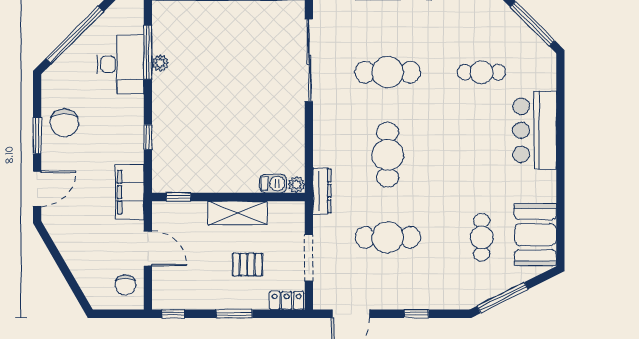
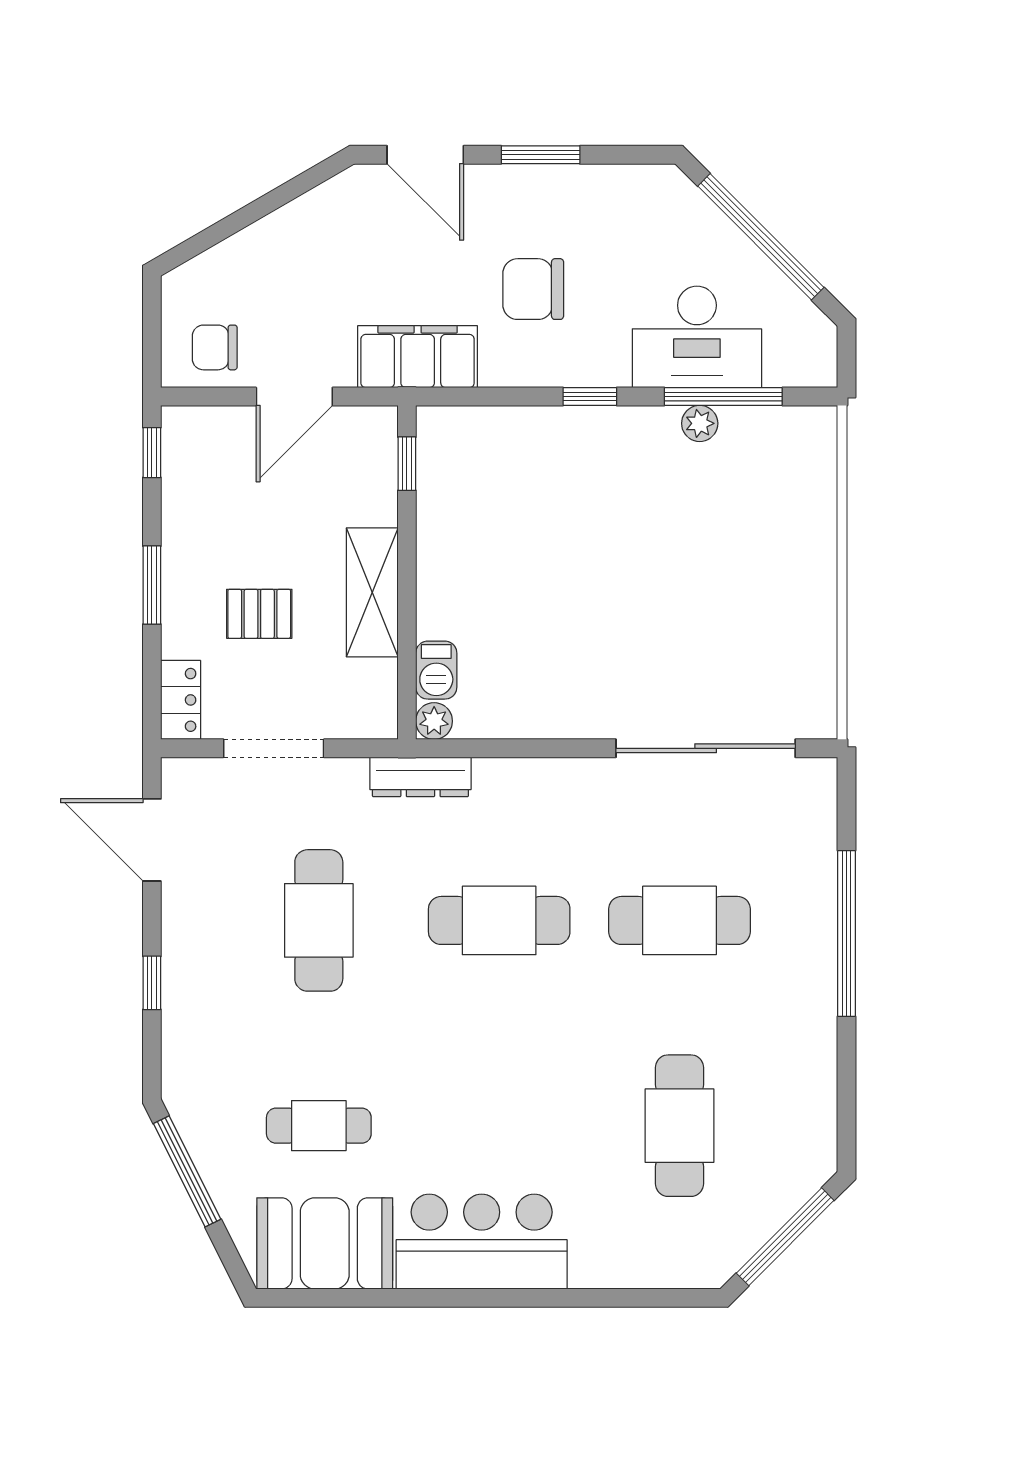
cafe table: (388, 72) -> (680, 920), turned 90
cafe table: (482, 72) -> (680, 1126), width x1.37, depth x1.35
chair: (64, 123) -> (533, 289), moved
bar counter: (535, 130) -> (482, 1242), moved
window: (148, 137) -> (590, 397), moved
pallet: (247, 265) -> (259, 614), turned 90

